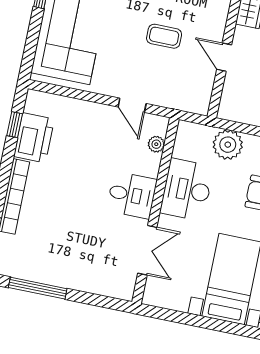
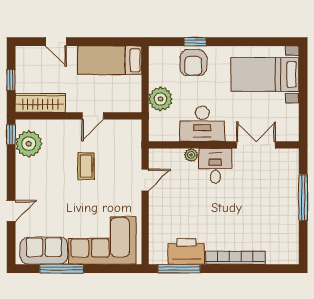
window: (15, 125) -> (179, 269), width x2.17
plant: (156, 144) -> (191, 155), moved
window: (38, 288) -> (303, 198), moved

